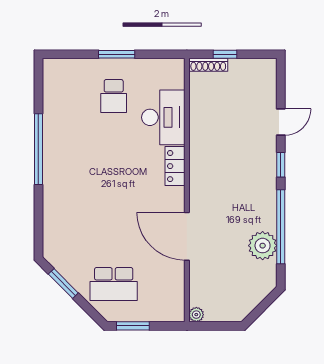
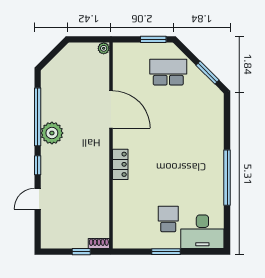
shoe rack: (208, 65) -> (99, 243), width x0.70
desk: (163, 117) -> (202, 232), moved, turned -90
plant: (263, 246) -> (52, 133), moved

